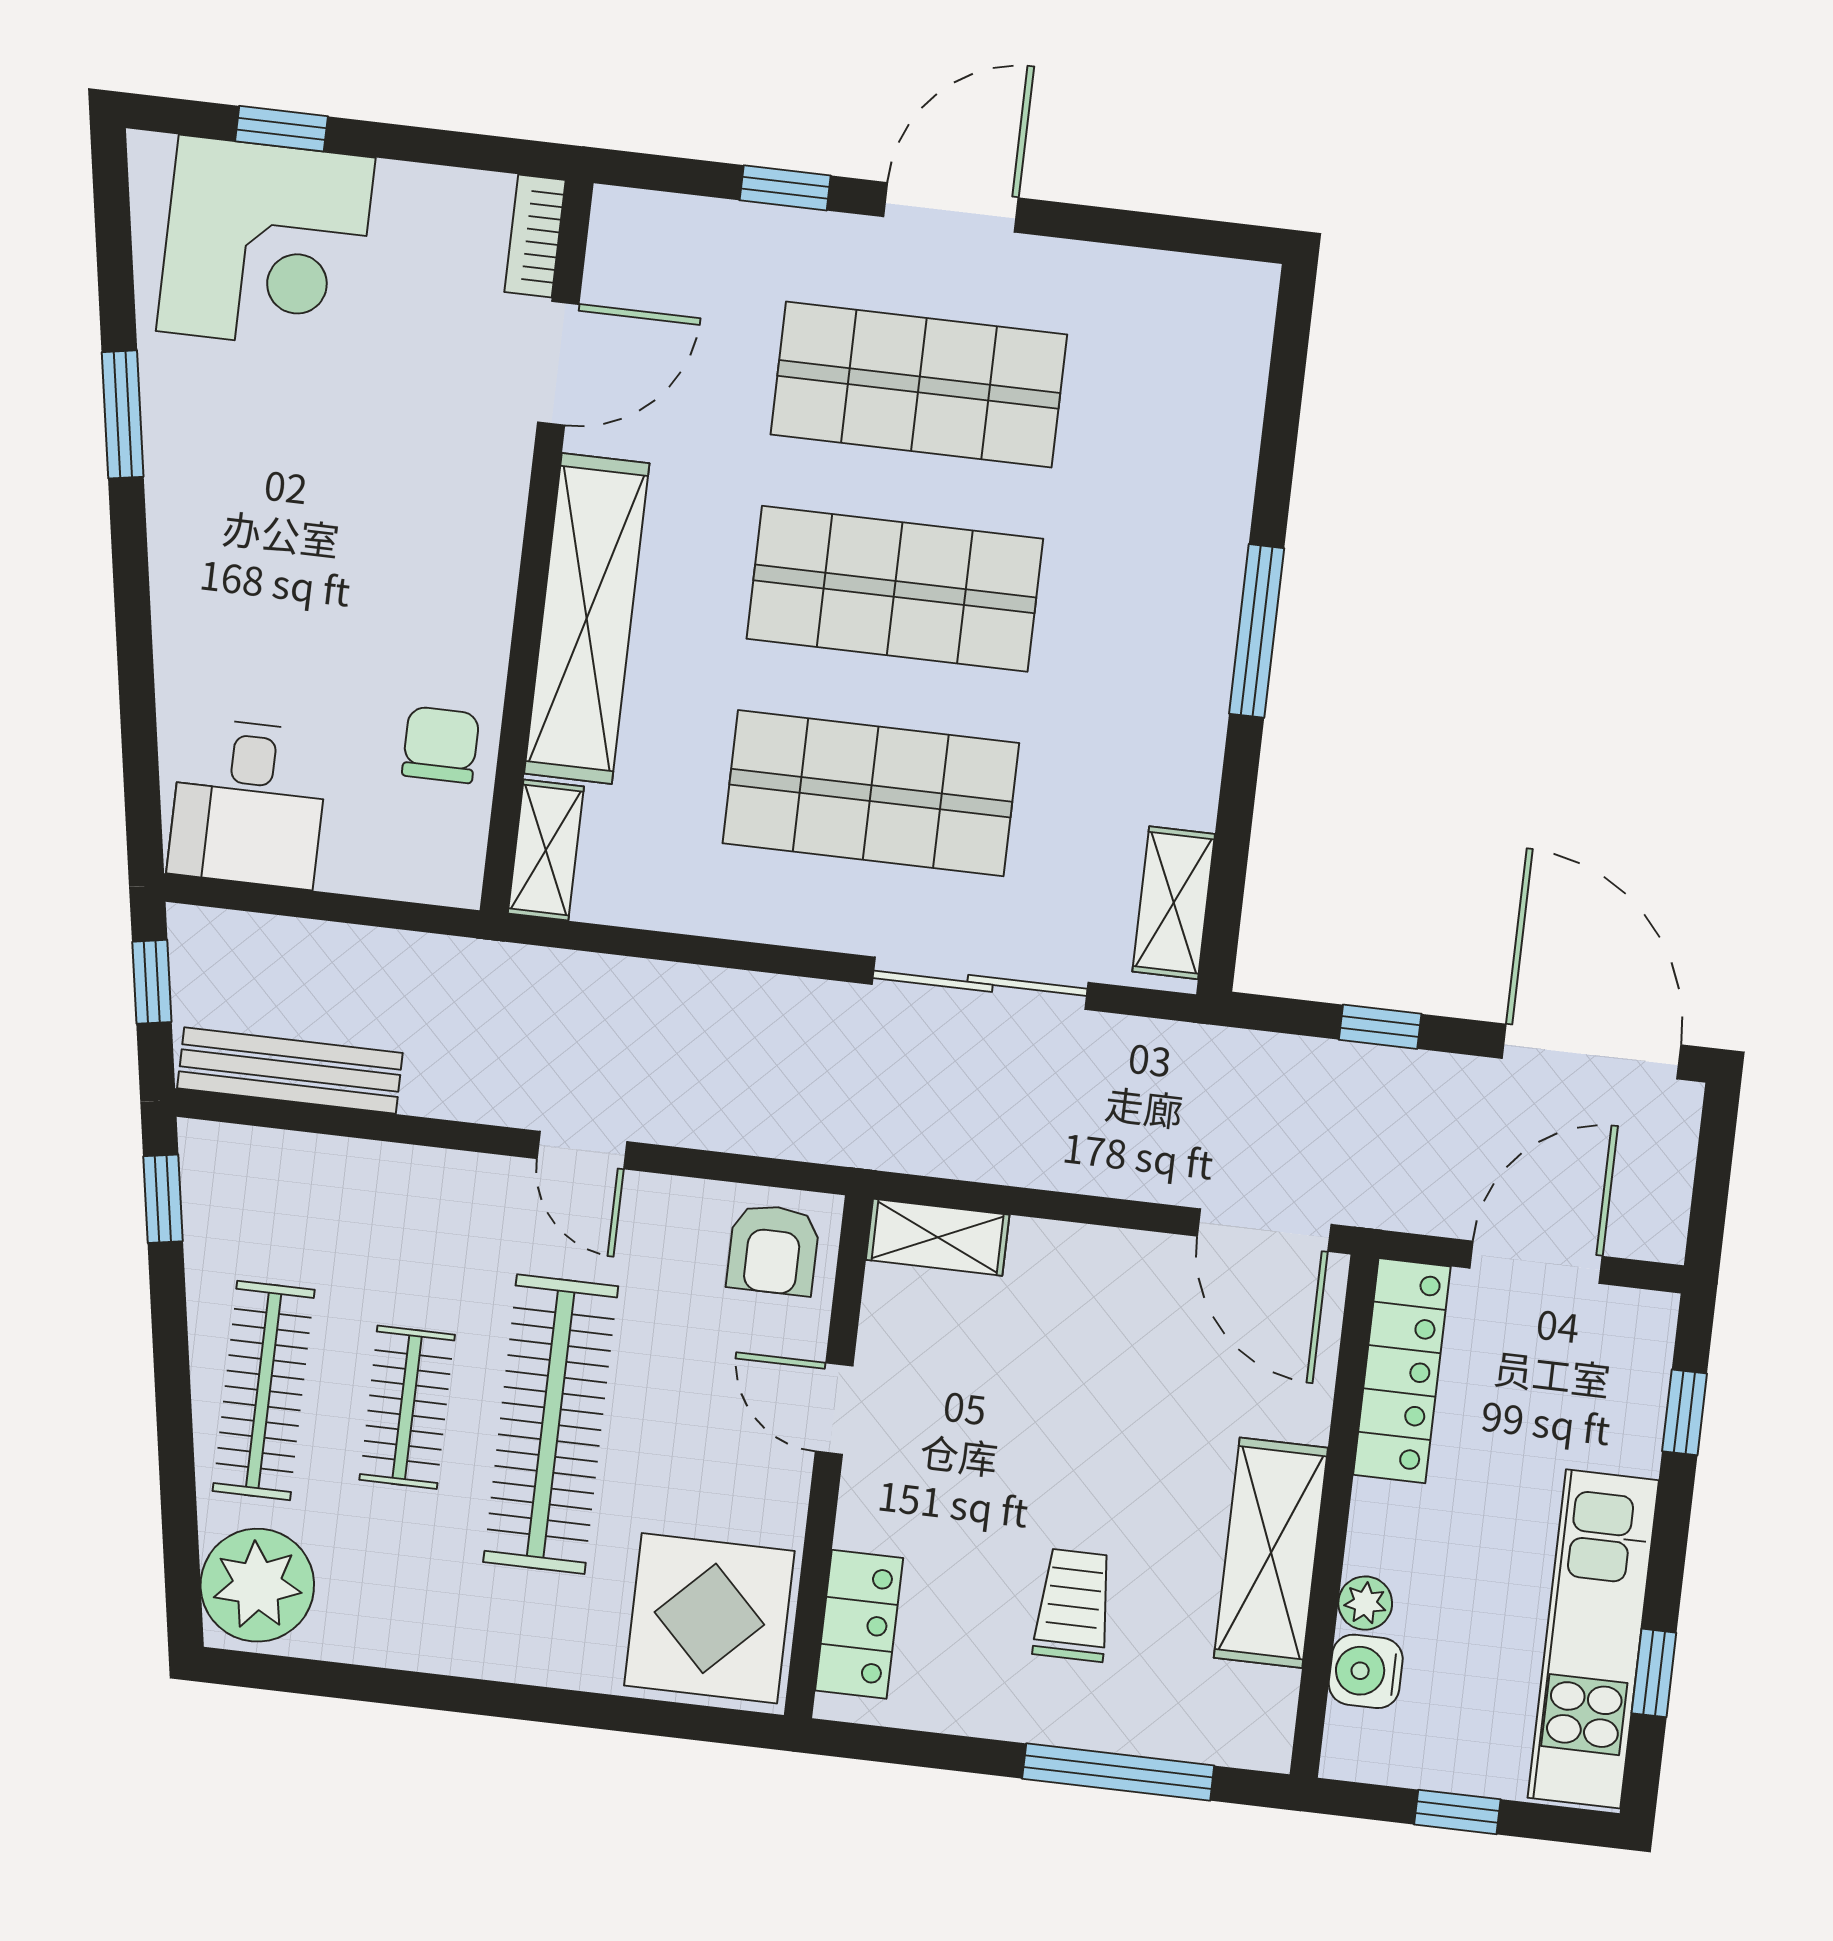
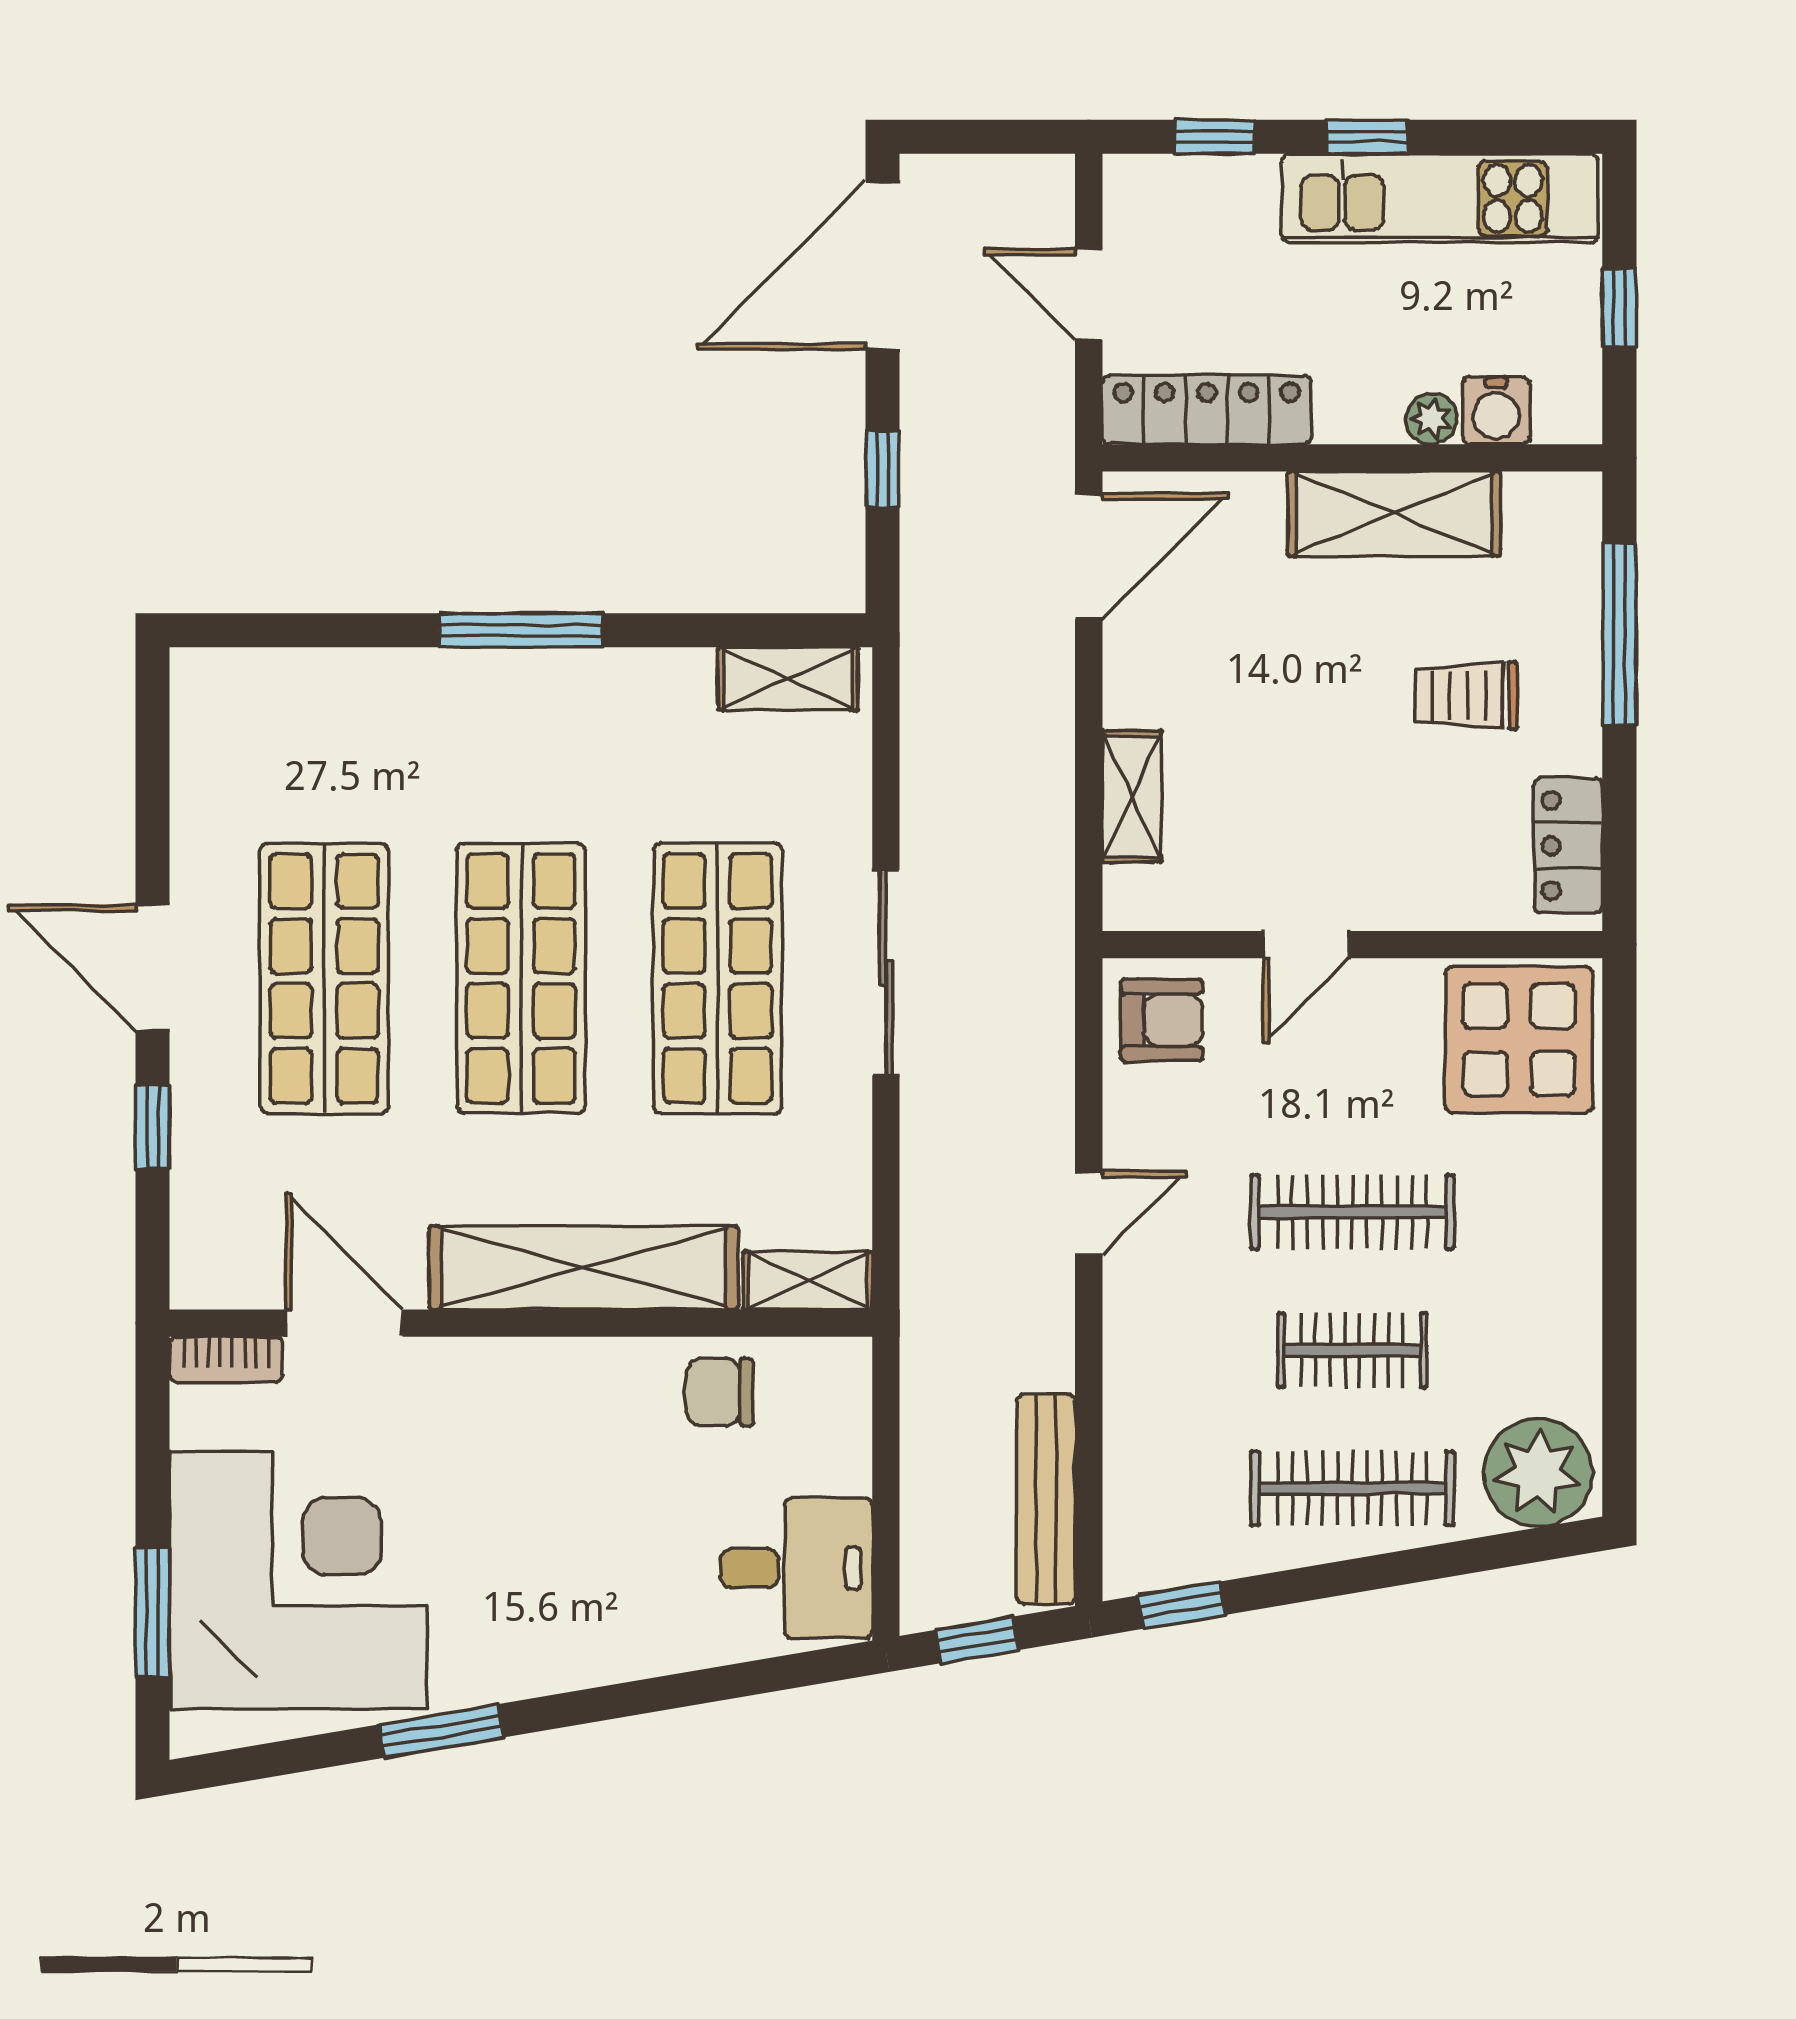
window: (281, 129) -> (153, 1612), width x1.50
corner desk: (266, 244) -> (298, 1580), width x1.36, depth x1.36
sliding door: (980, 983) -> (886, 973), moved
shelving: (938, 1237) -> (1132, 796), moved
door: (1536, 1262) -> (1089, 294), width x0.73
clothes rail: (551, 1424) -> (1352, 1212), width x0.73, depth x0.76
locker: (859, 1624) -> (1568, 846), moved, turned -90
window: (1654, 1673) -> (1367, 137), moved

